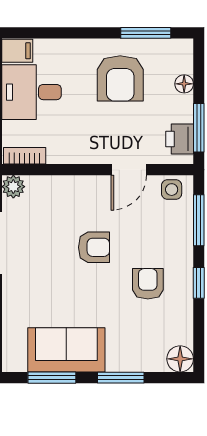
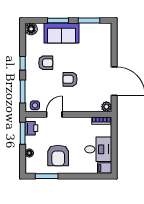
armchair: (120, 78) -> (58, 155), turned 180
armchair: (148, 284) -> (46, 63), turned -90
sofa: (66, 350) -> (62, 33), moved

